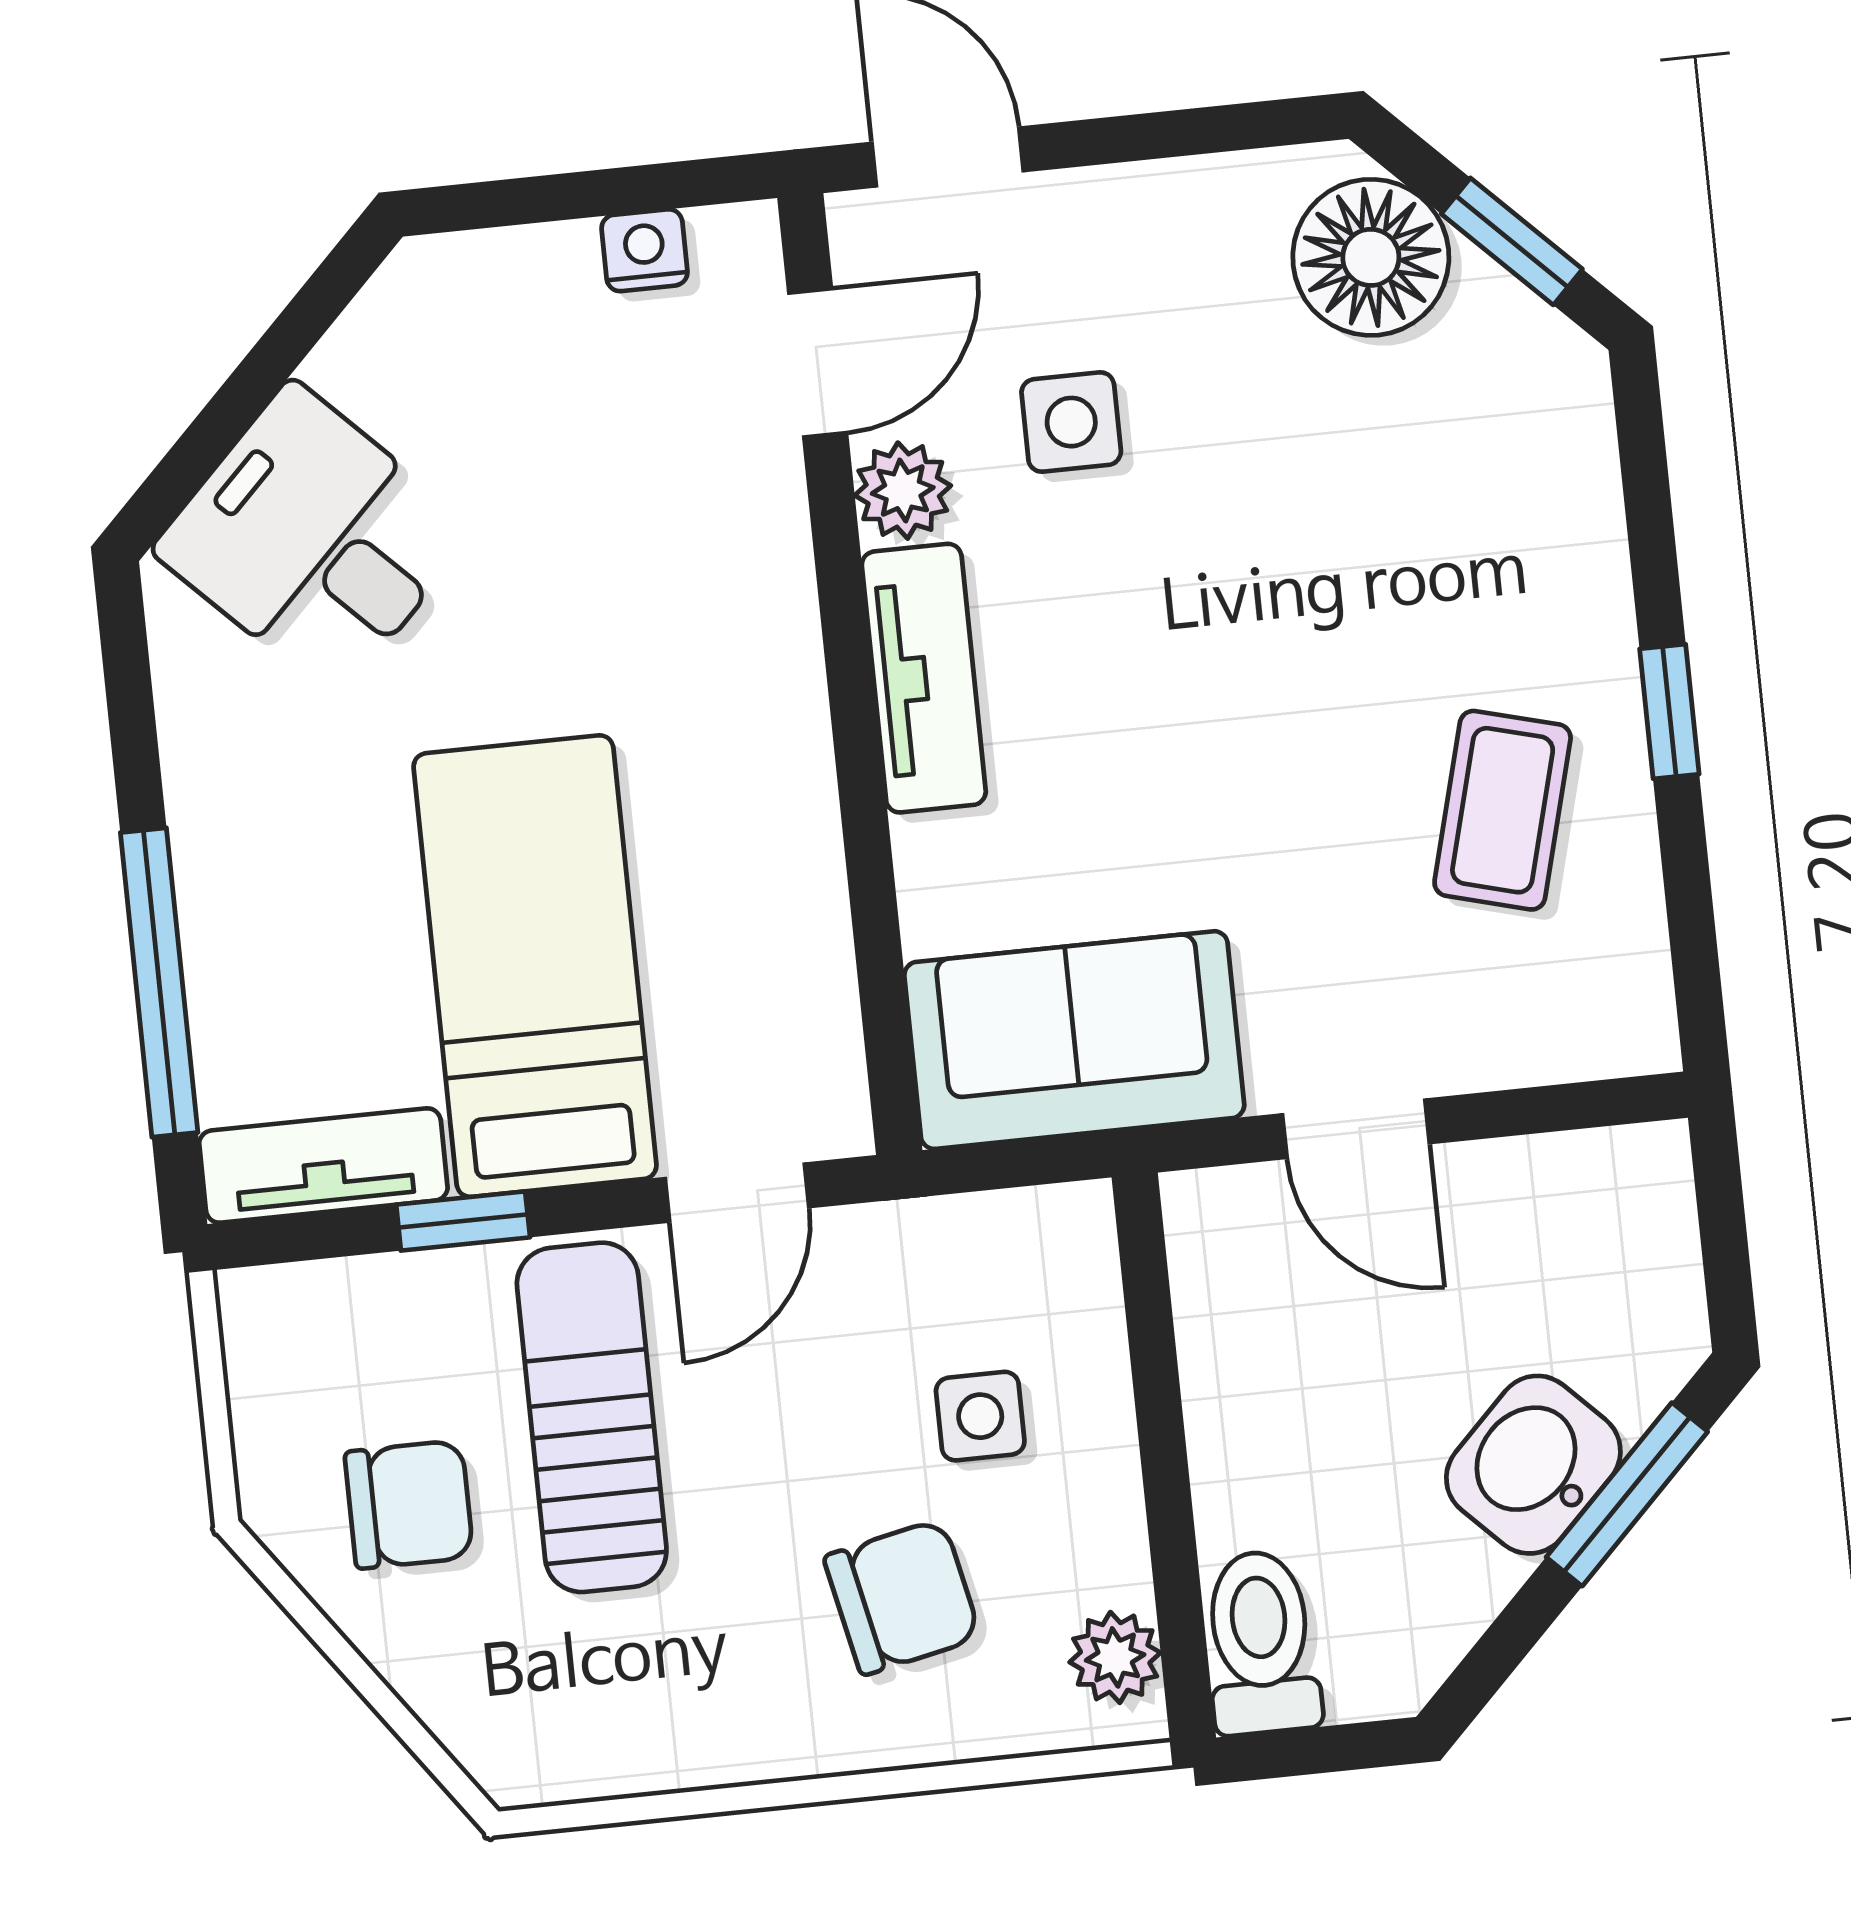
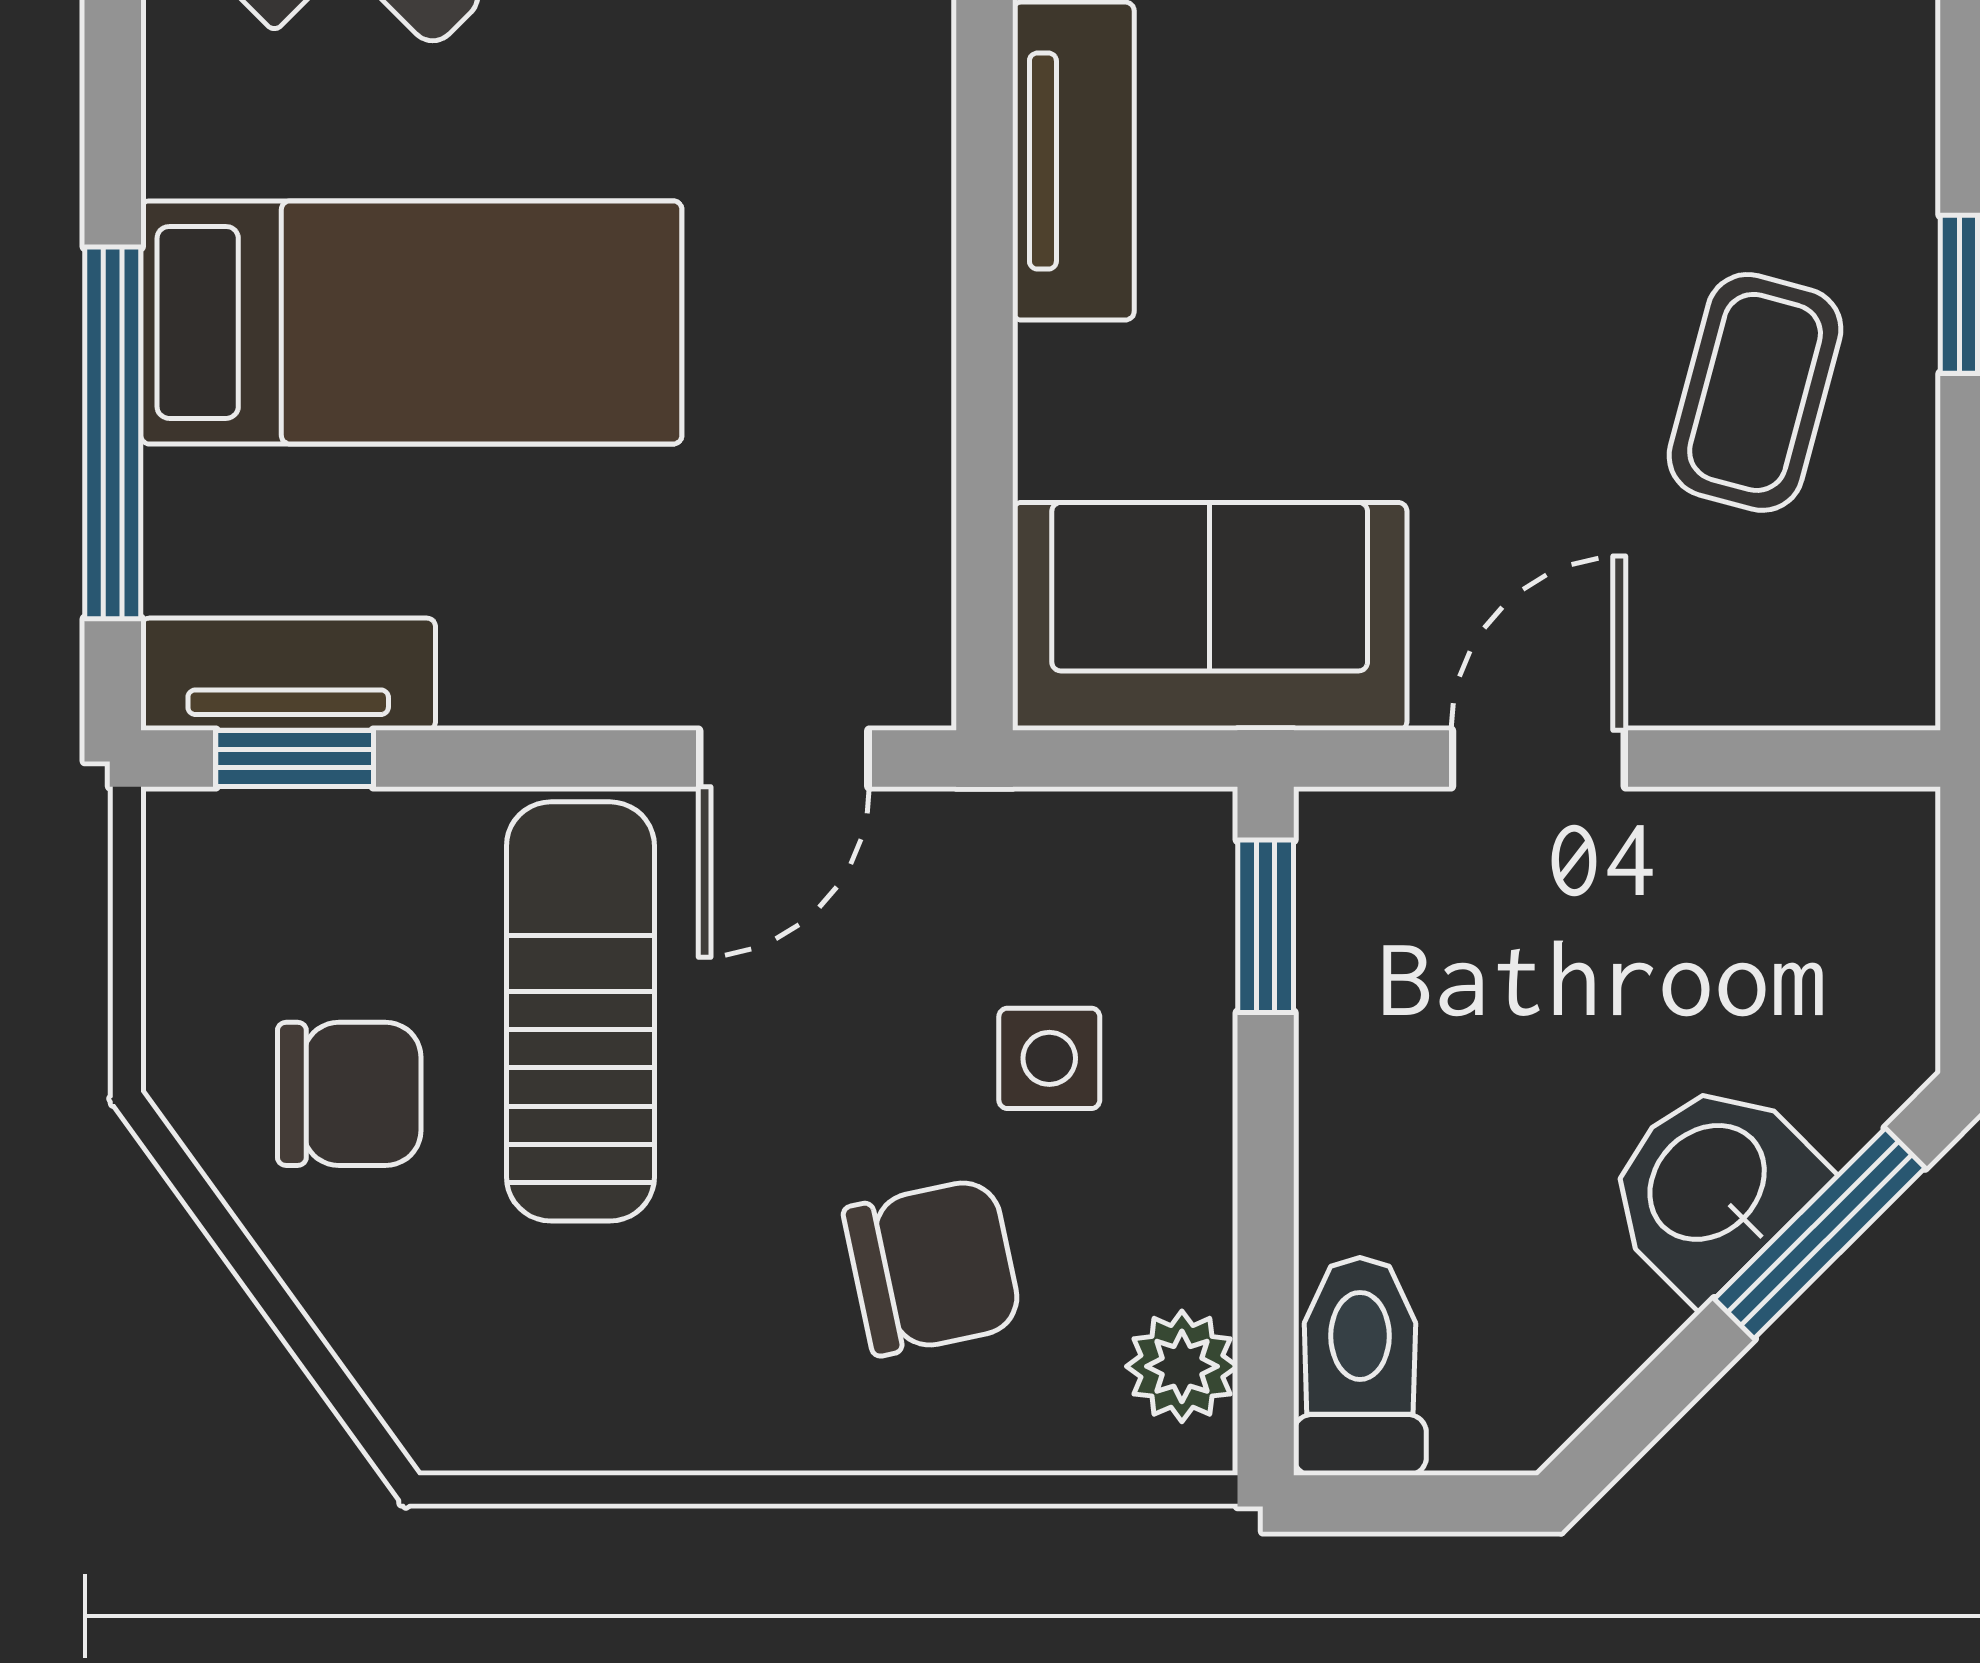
bed: (535, 966) -> (411, 322), moved, turned 90
door: (1356, 1129) -> (1538, 758), swing flipped
window: (463, 1221) -> (295, 758), moved
window: (1146, 1289) -> (1266, 926), added

